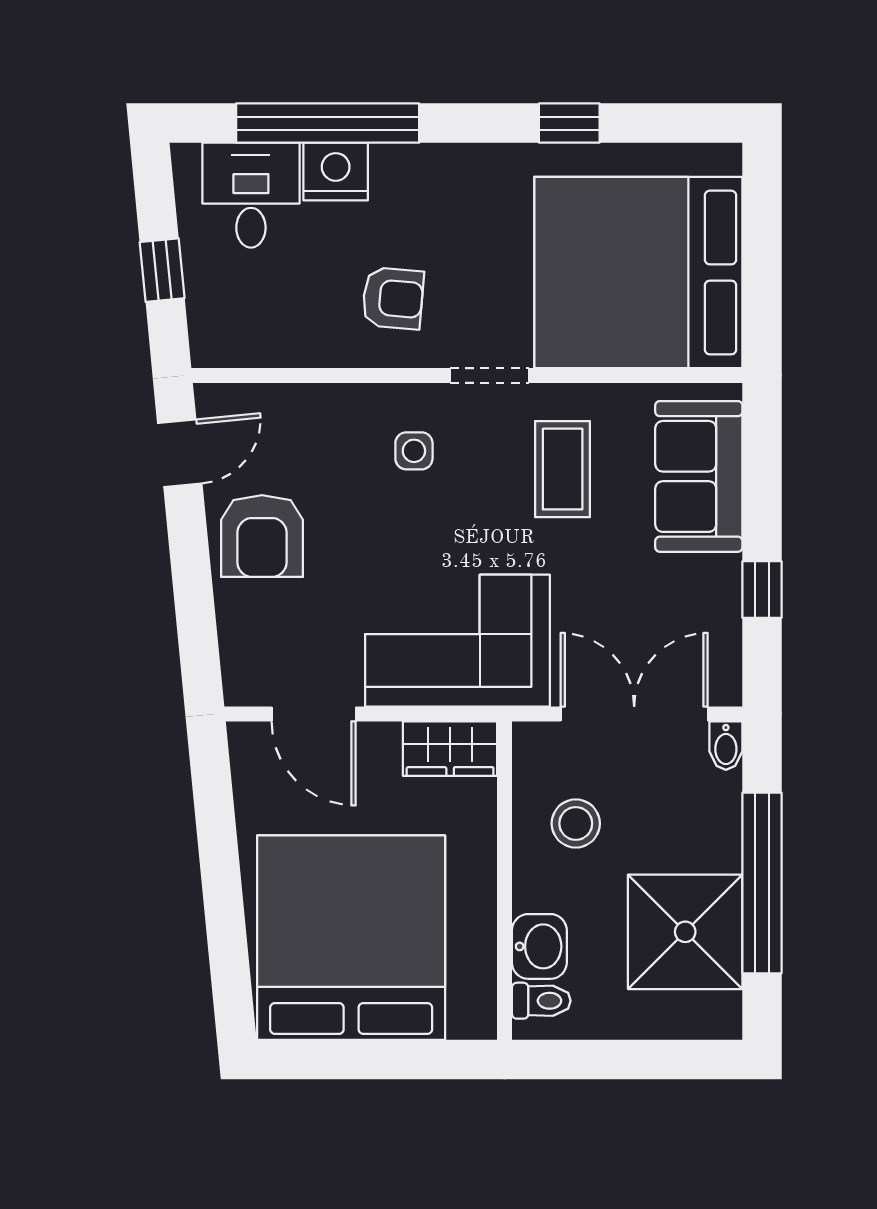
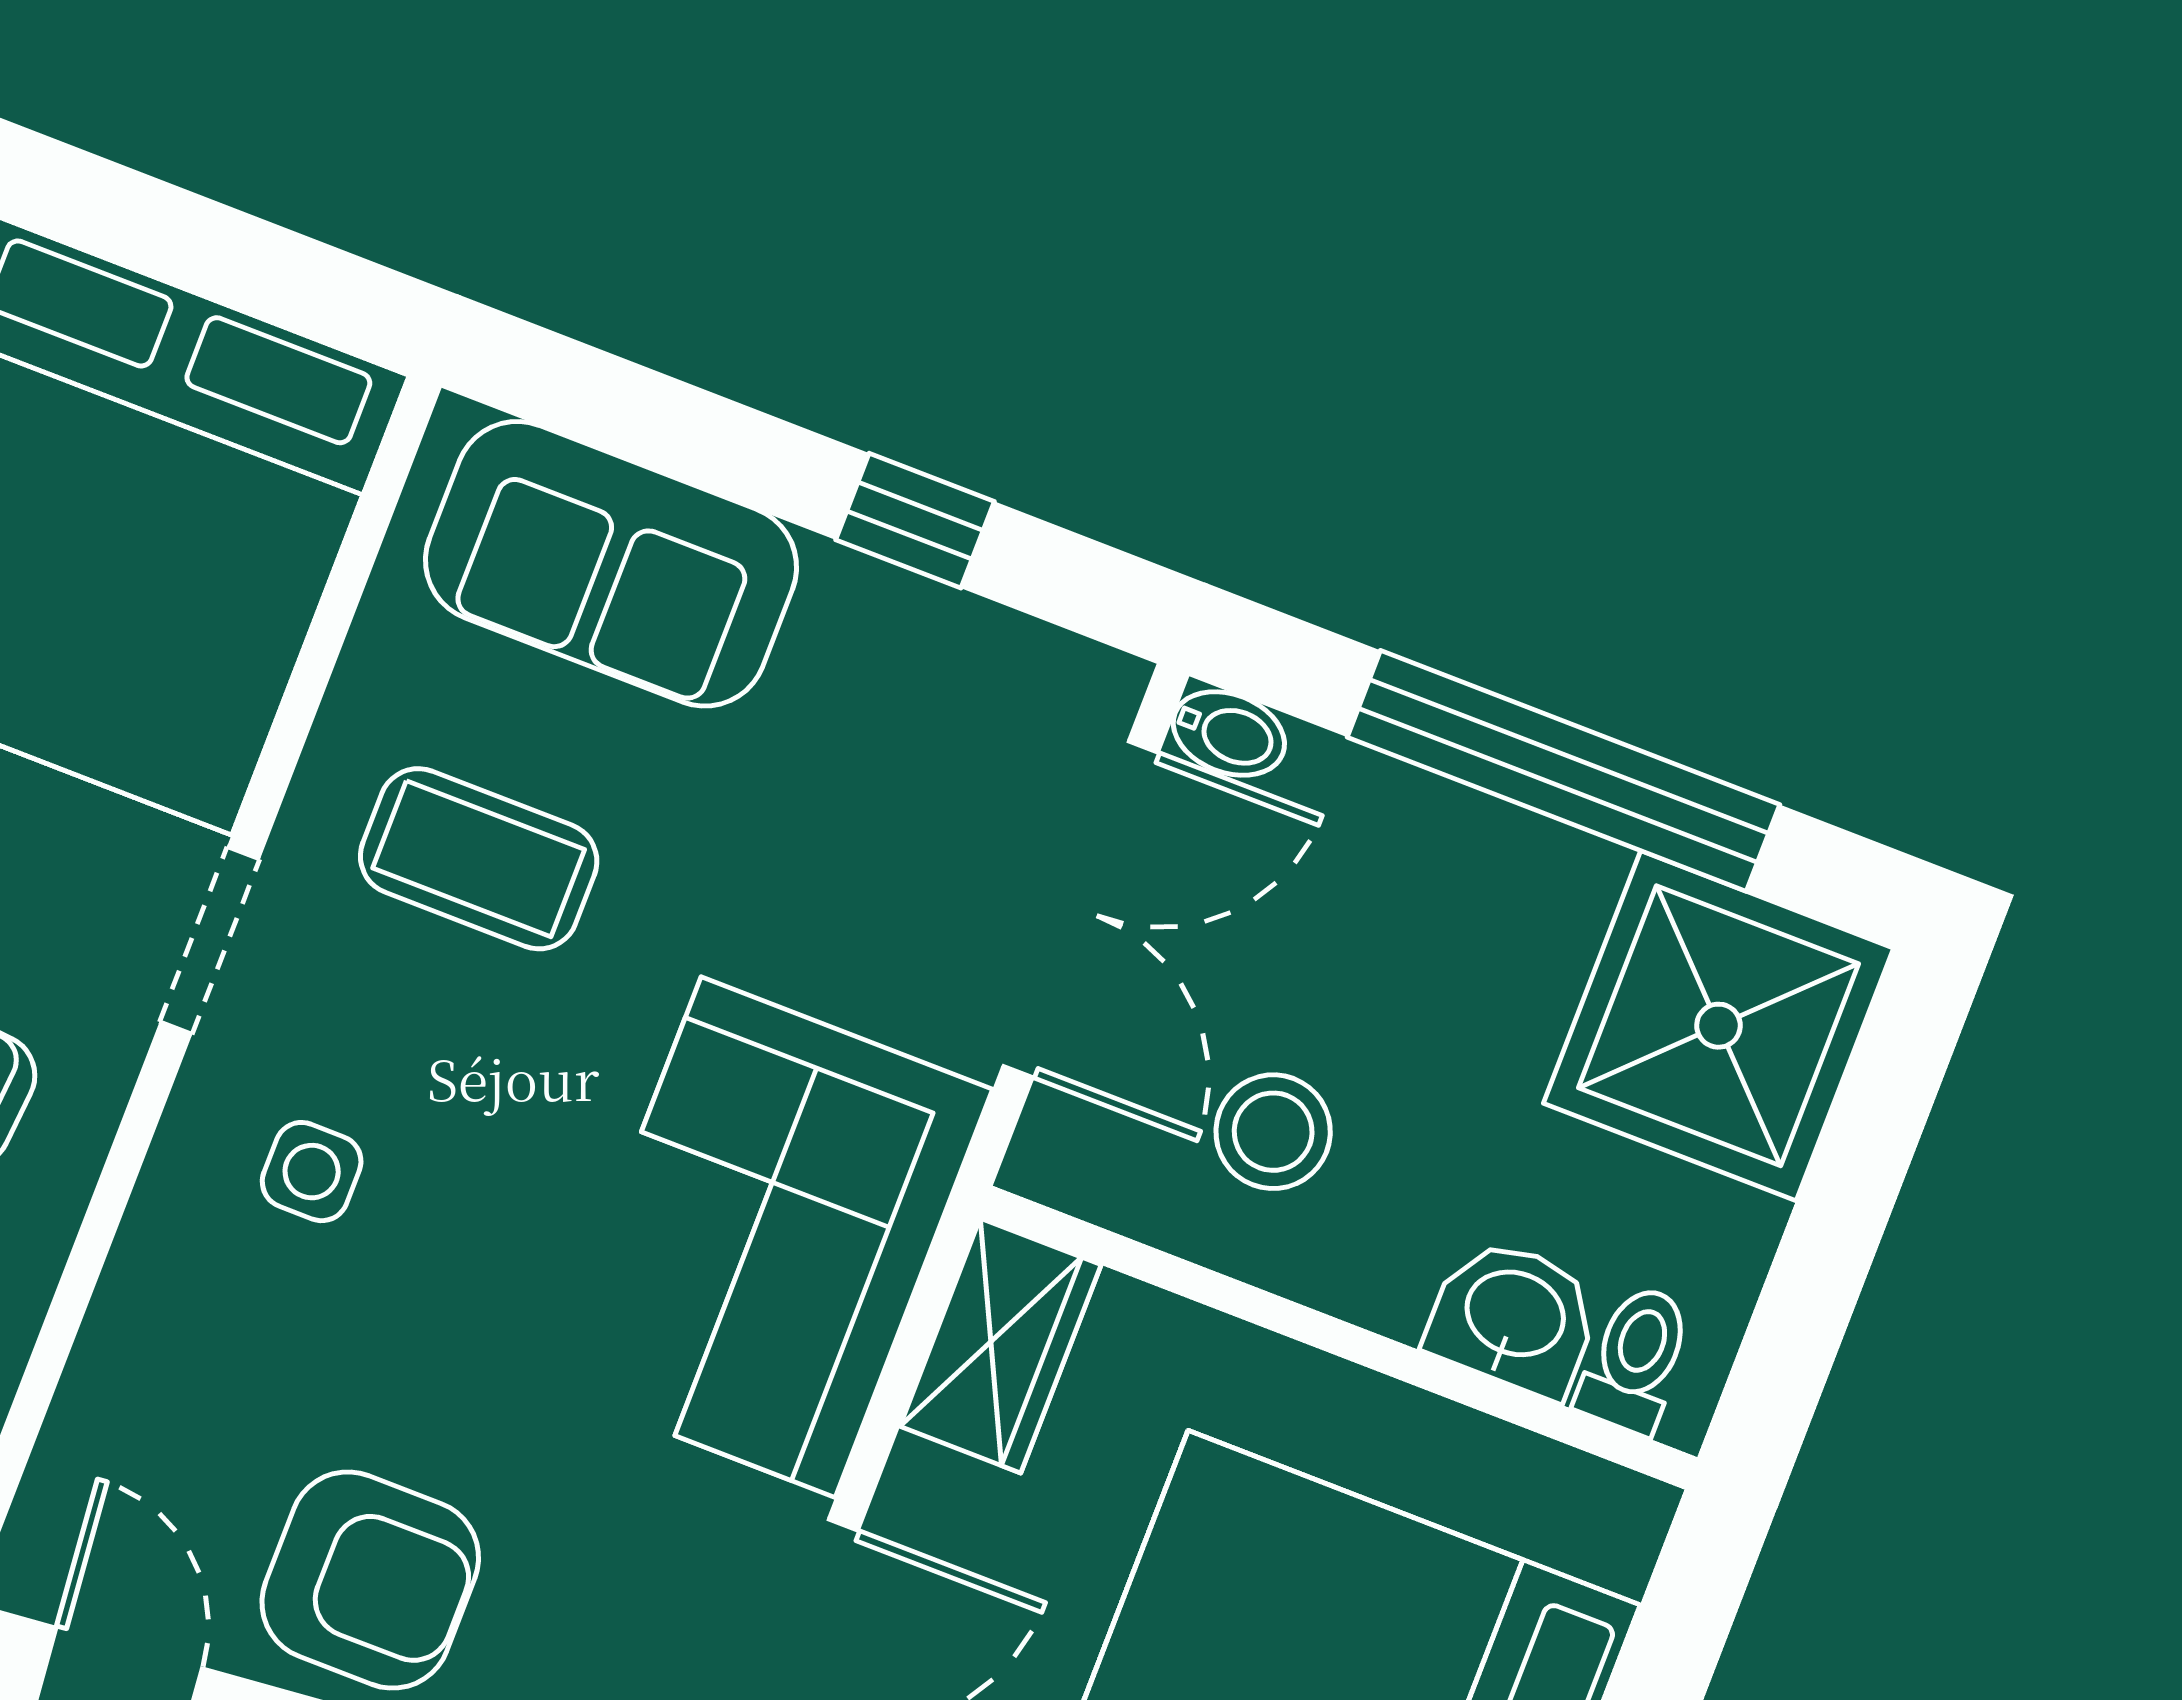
double door: (634, 714) -> (1081, 909), swing flipped
shower: (685, 932) -> (1718, 1026), moved

